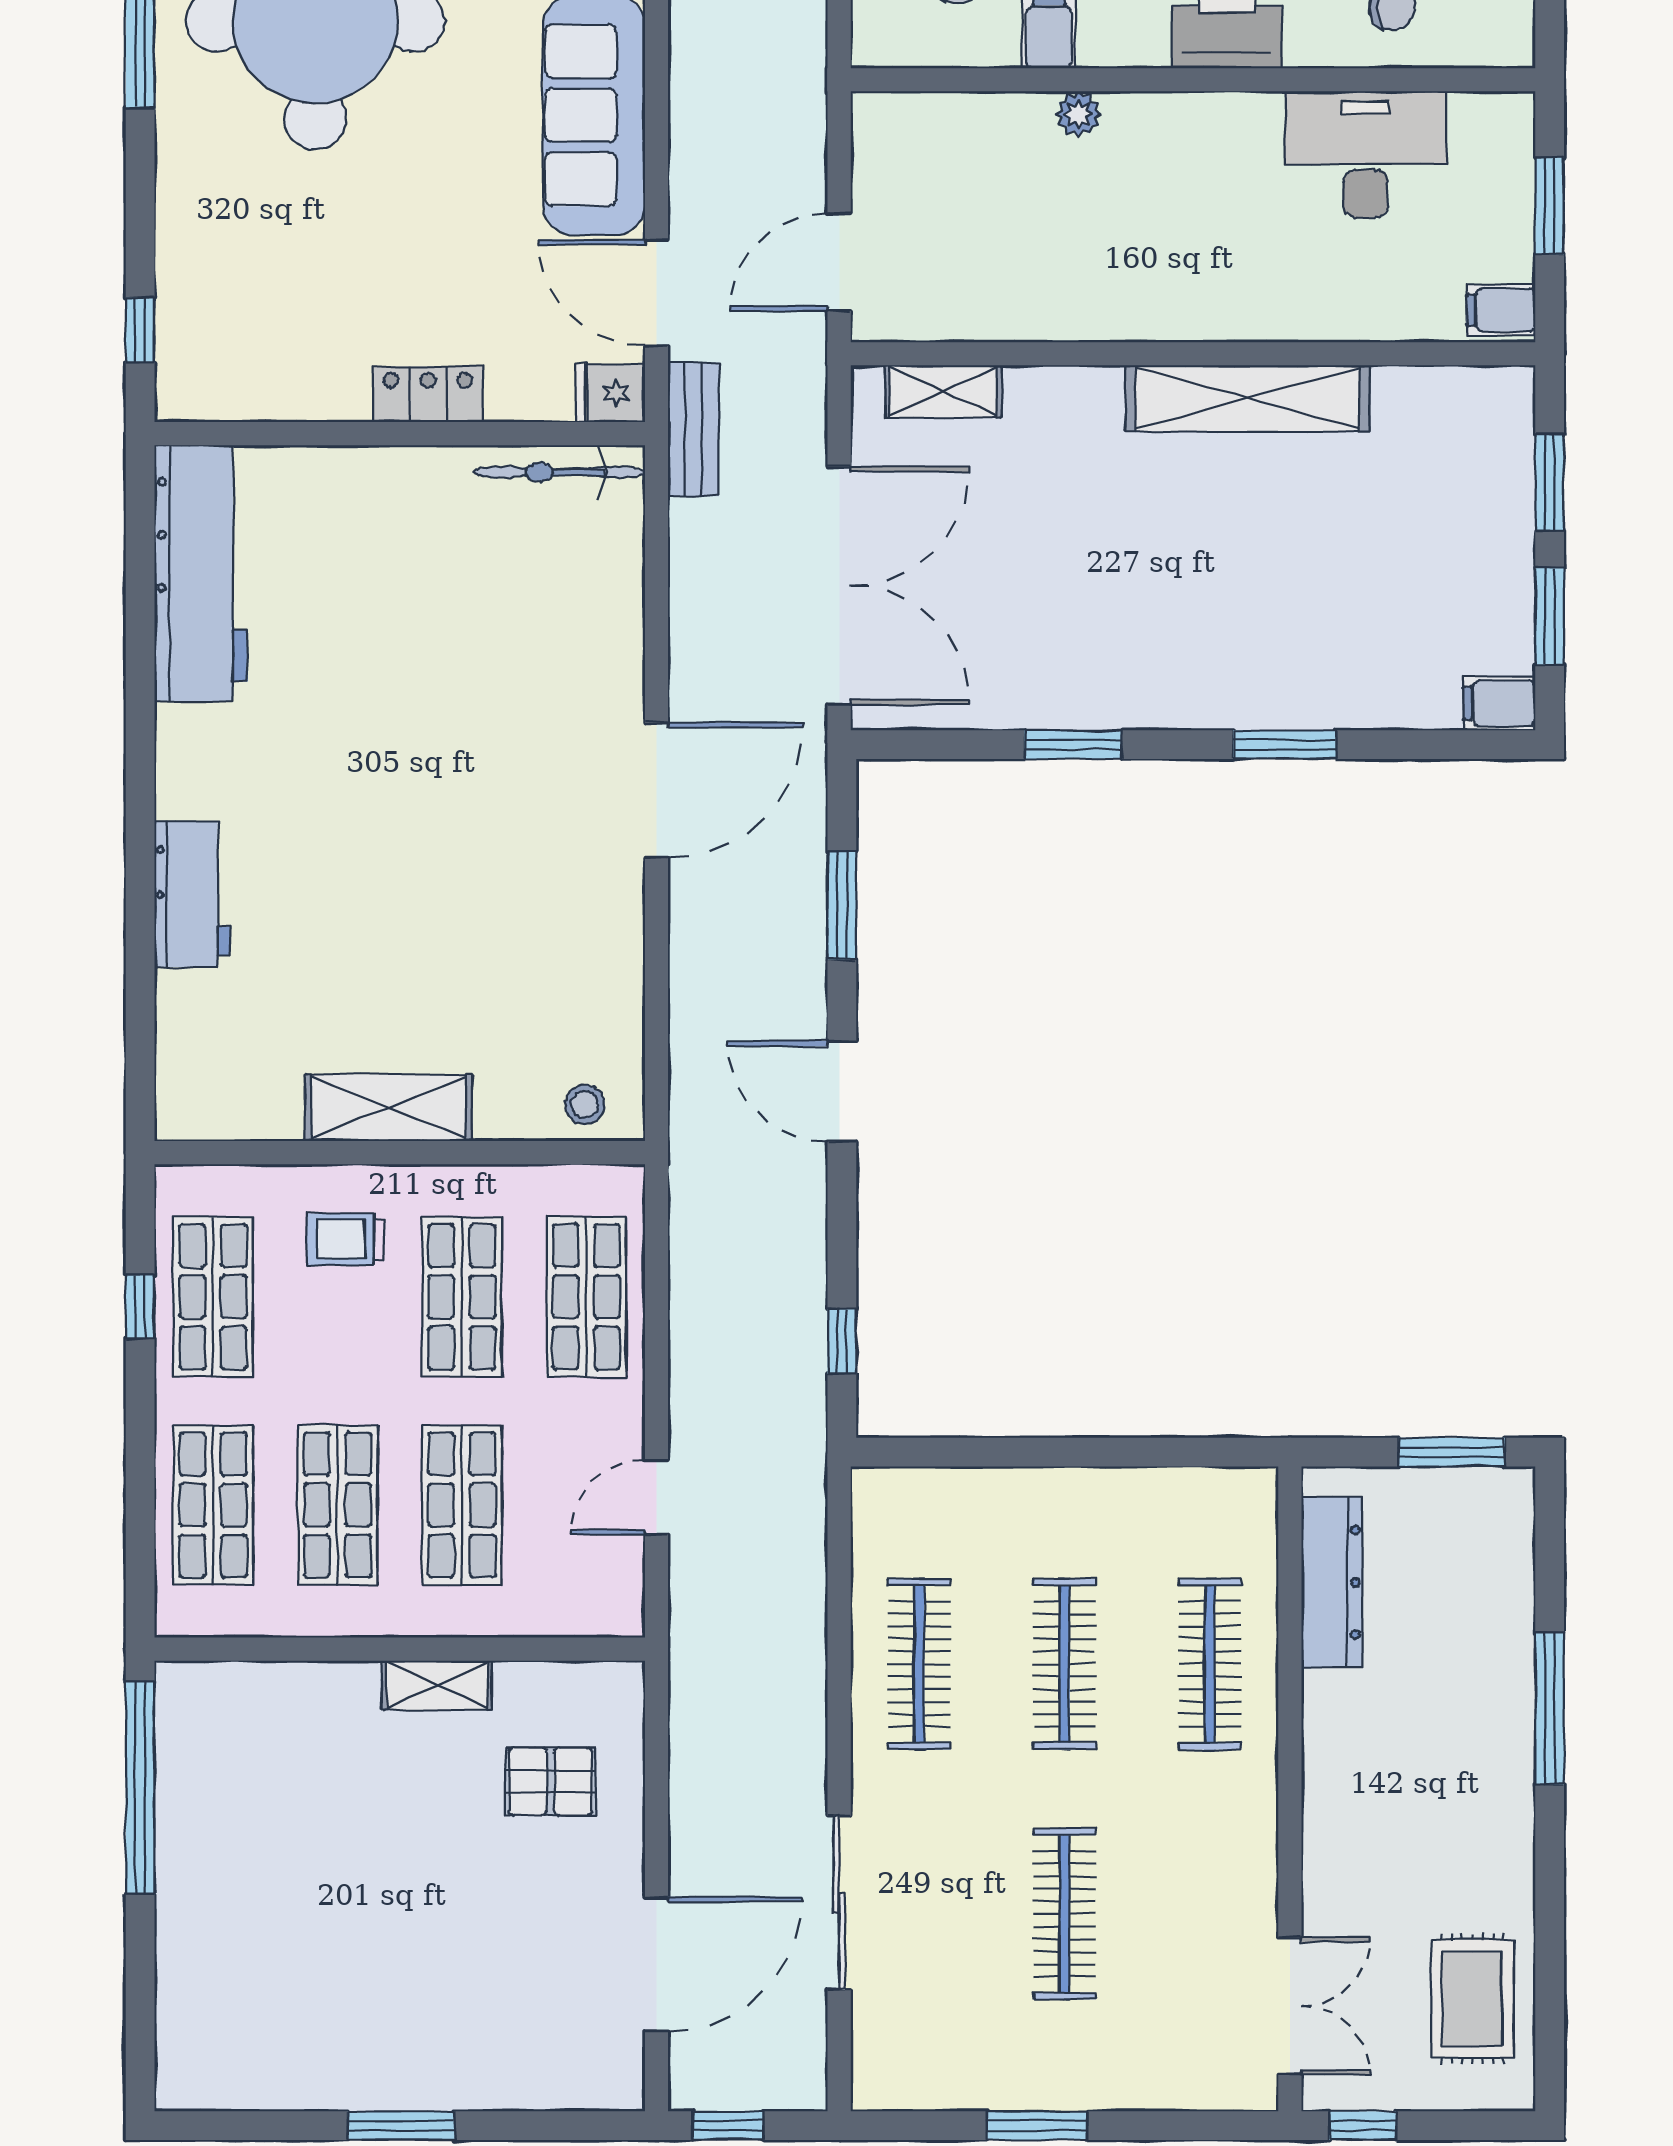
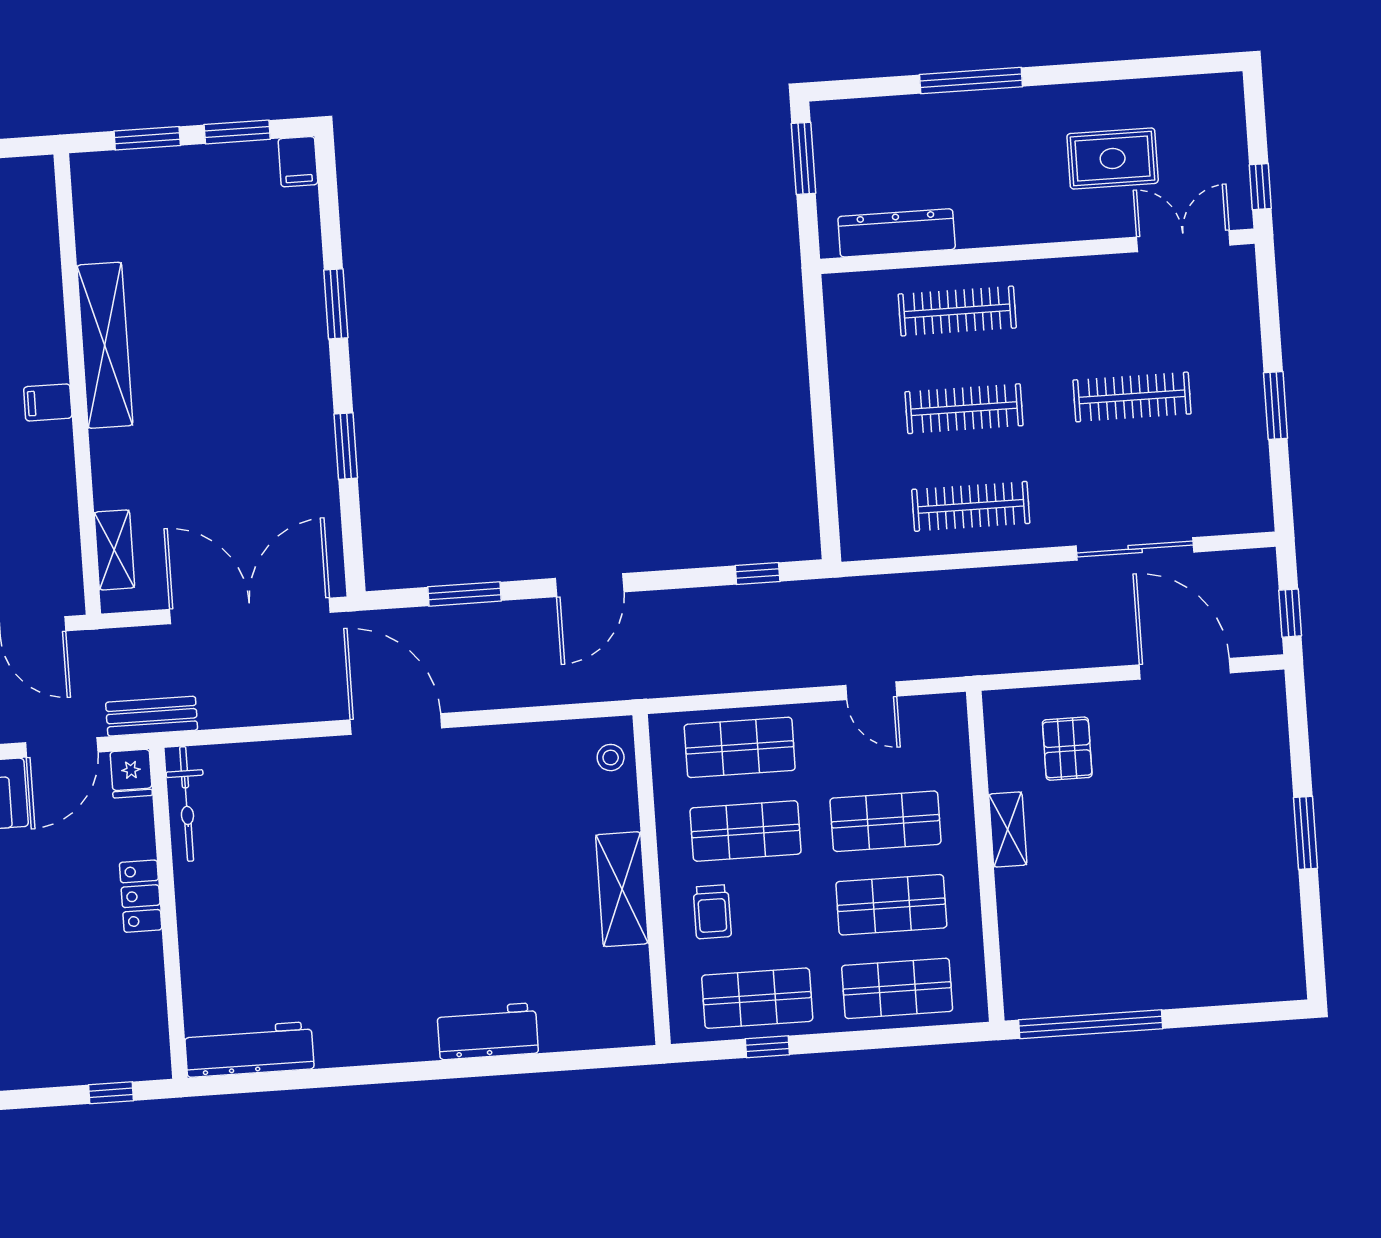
filing cabinet: (1501, 310) -> (48, 402), moved, turned 90
workbench: (201, 573) -> (249, 1050), width x0.73, depth x0.76
rug: (1472, 1999) -> (1113, 158), moved

